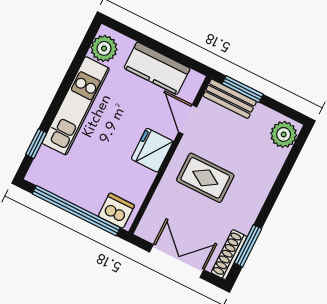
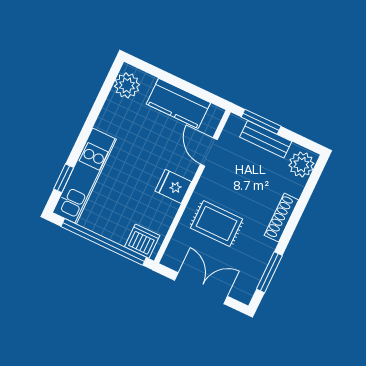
bench: (230, 99) -> (266, 139), moved
kitchen unit: (76, 106) -> (84, 176), moved
fridge: (152, 150) -> (173, 186), width x0.72
rug: (205, 178) -> (217, 224), moved
shoe rack: (229, 255) -> (281, 218), moved

